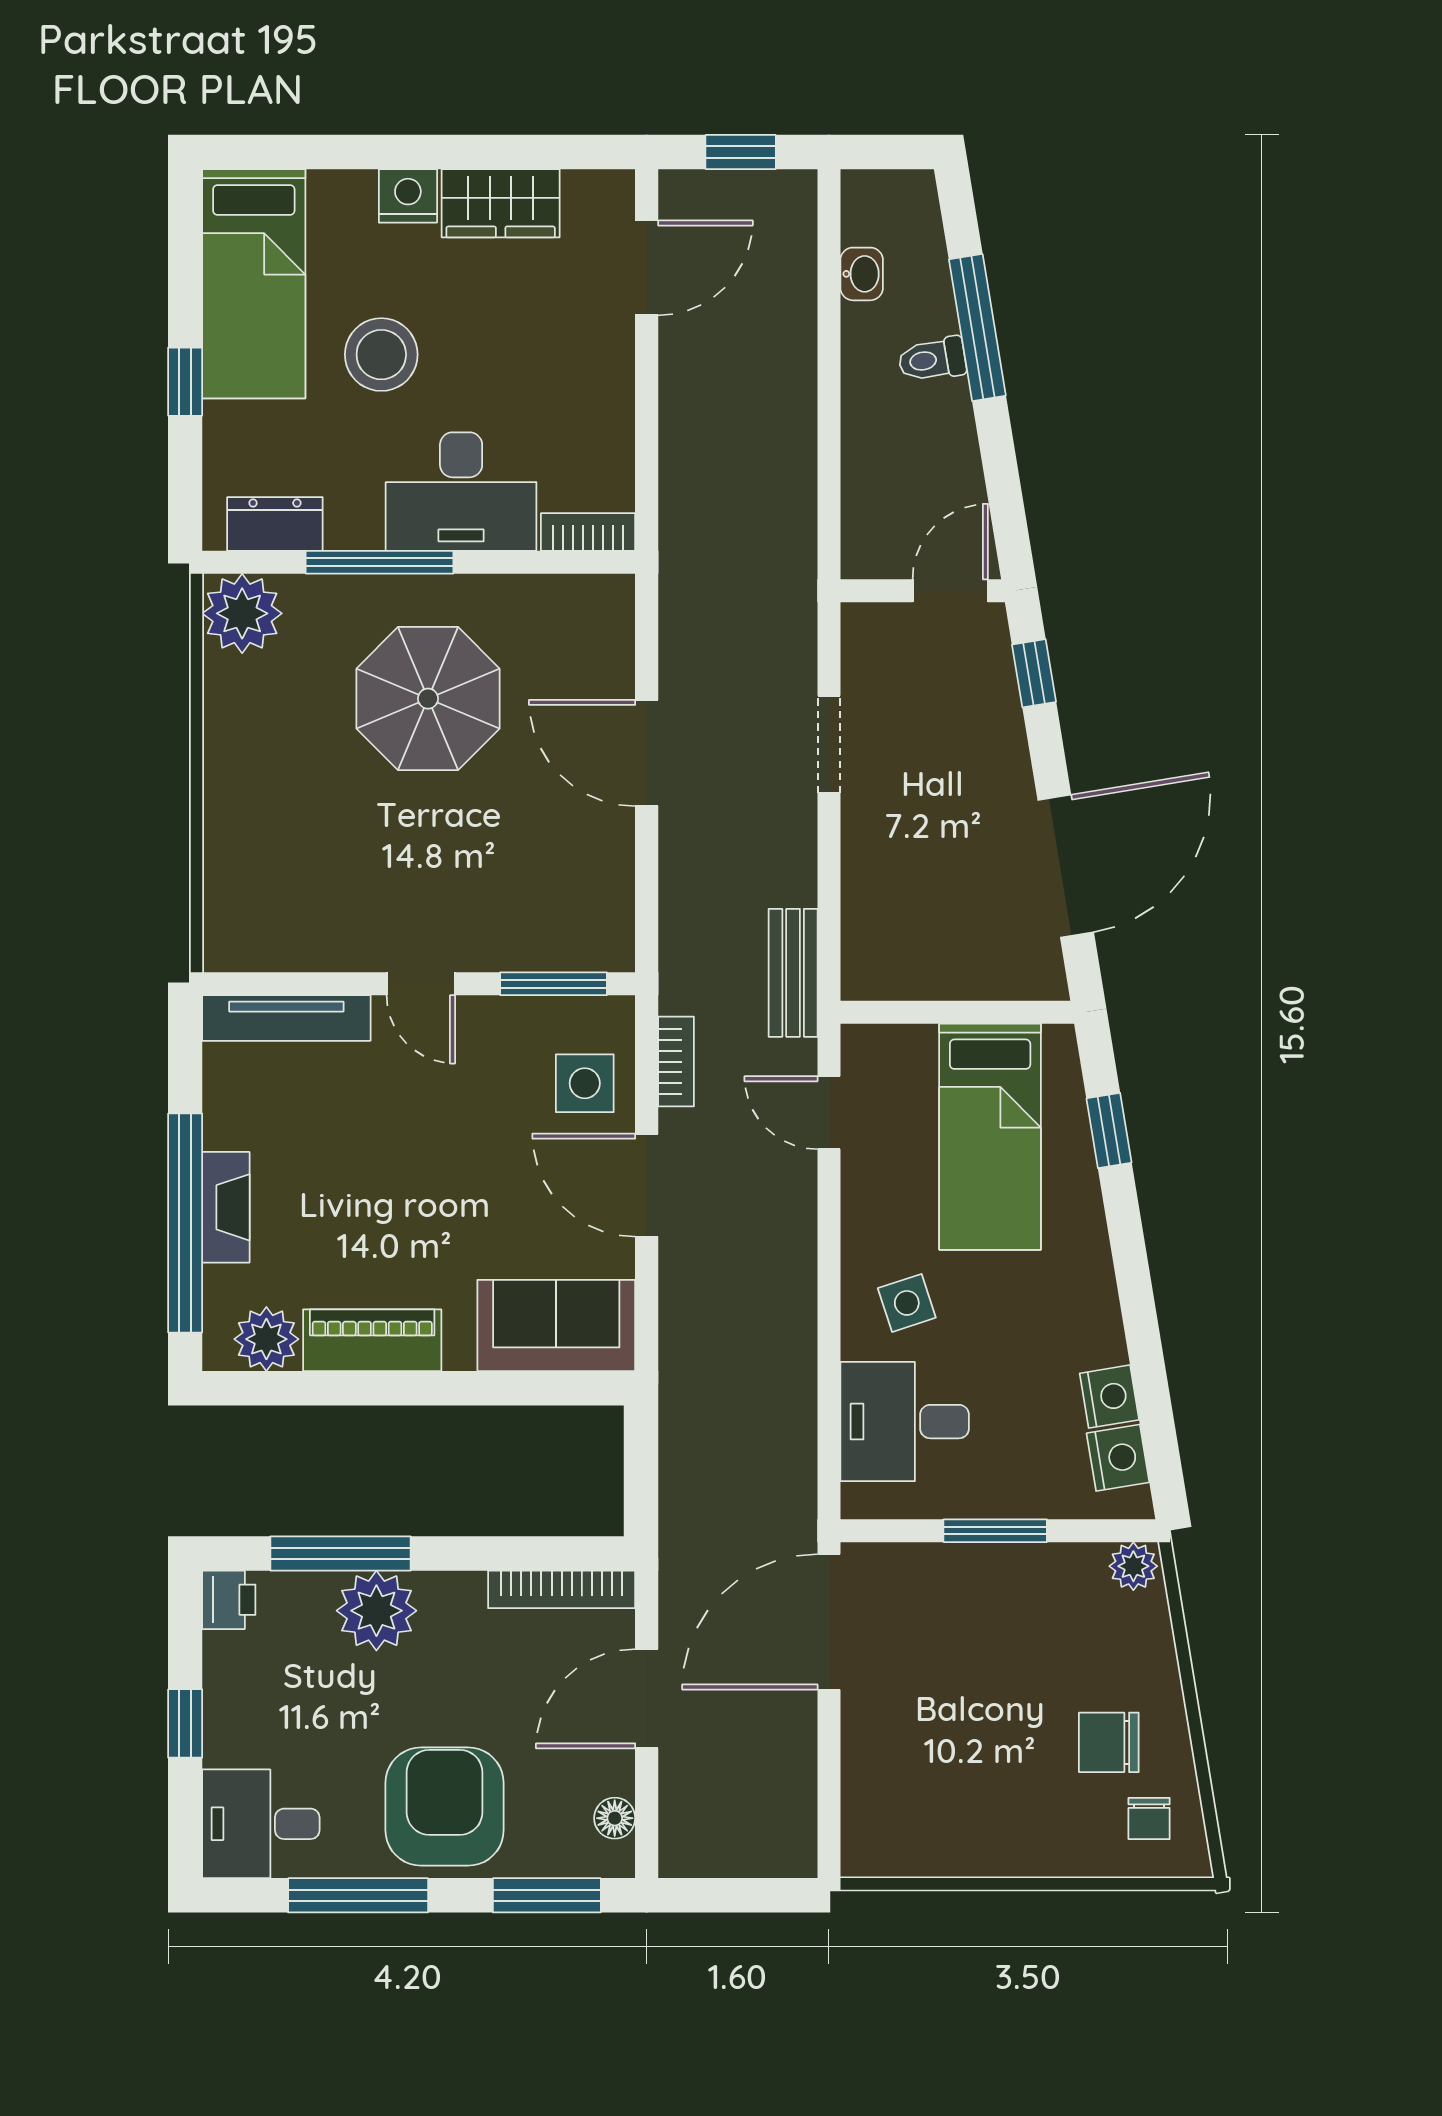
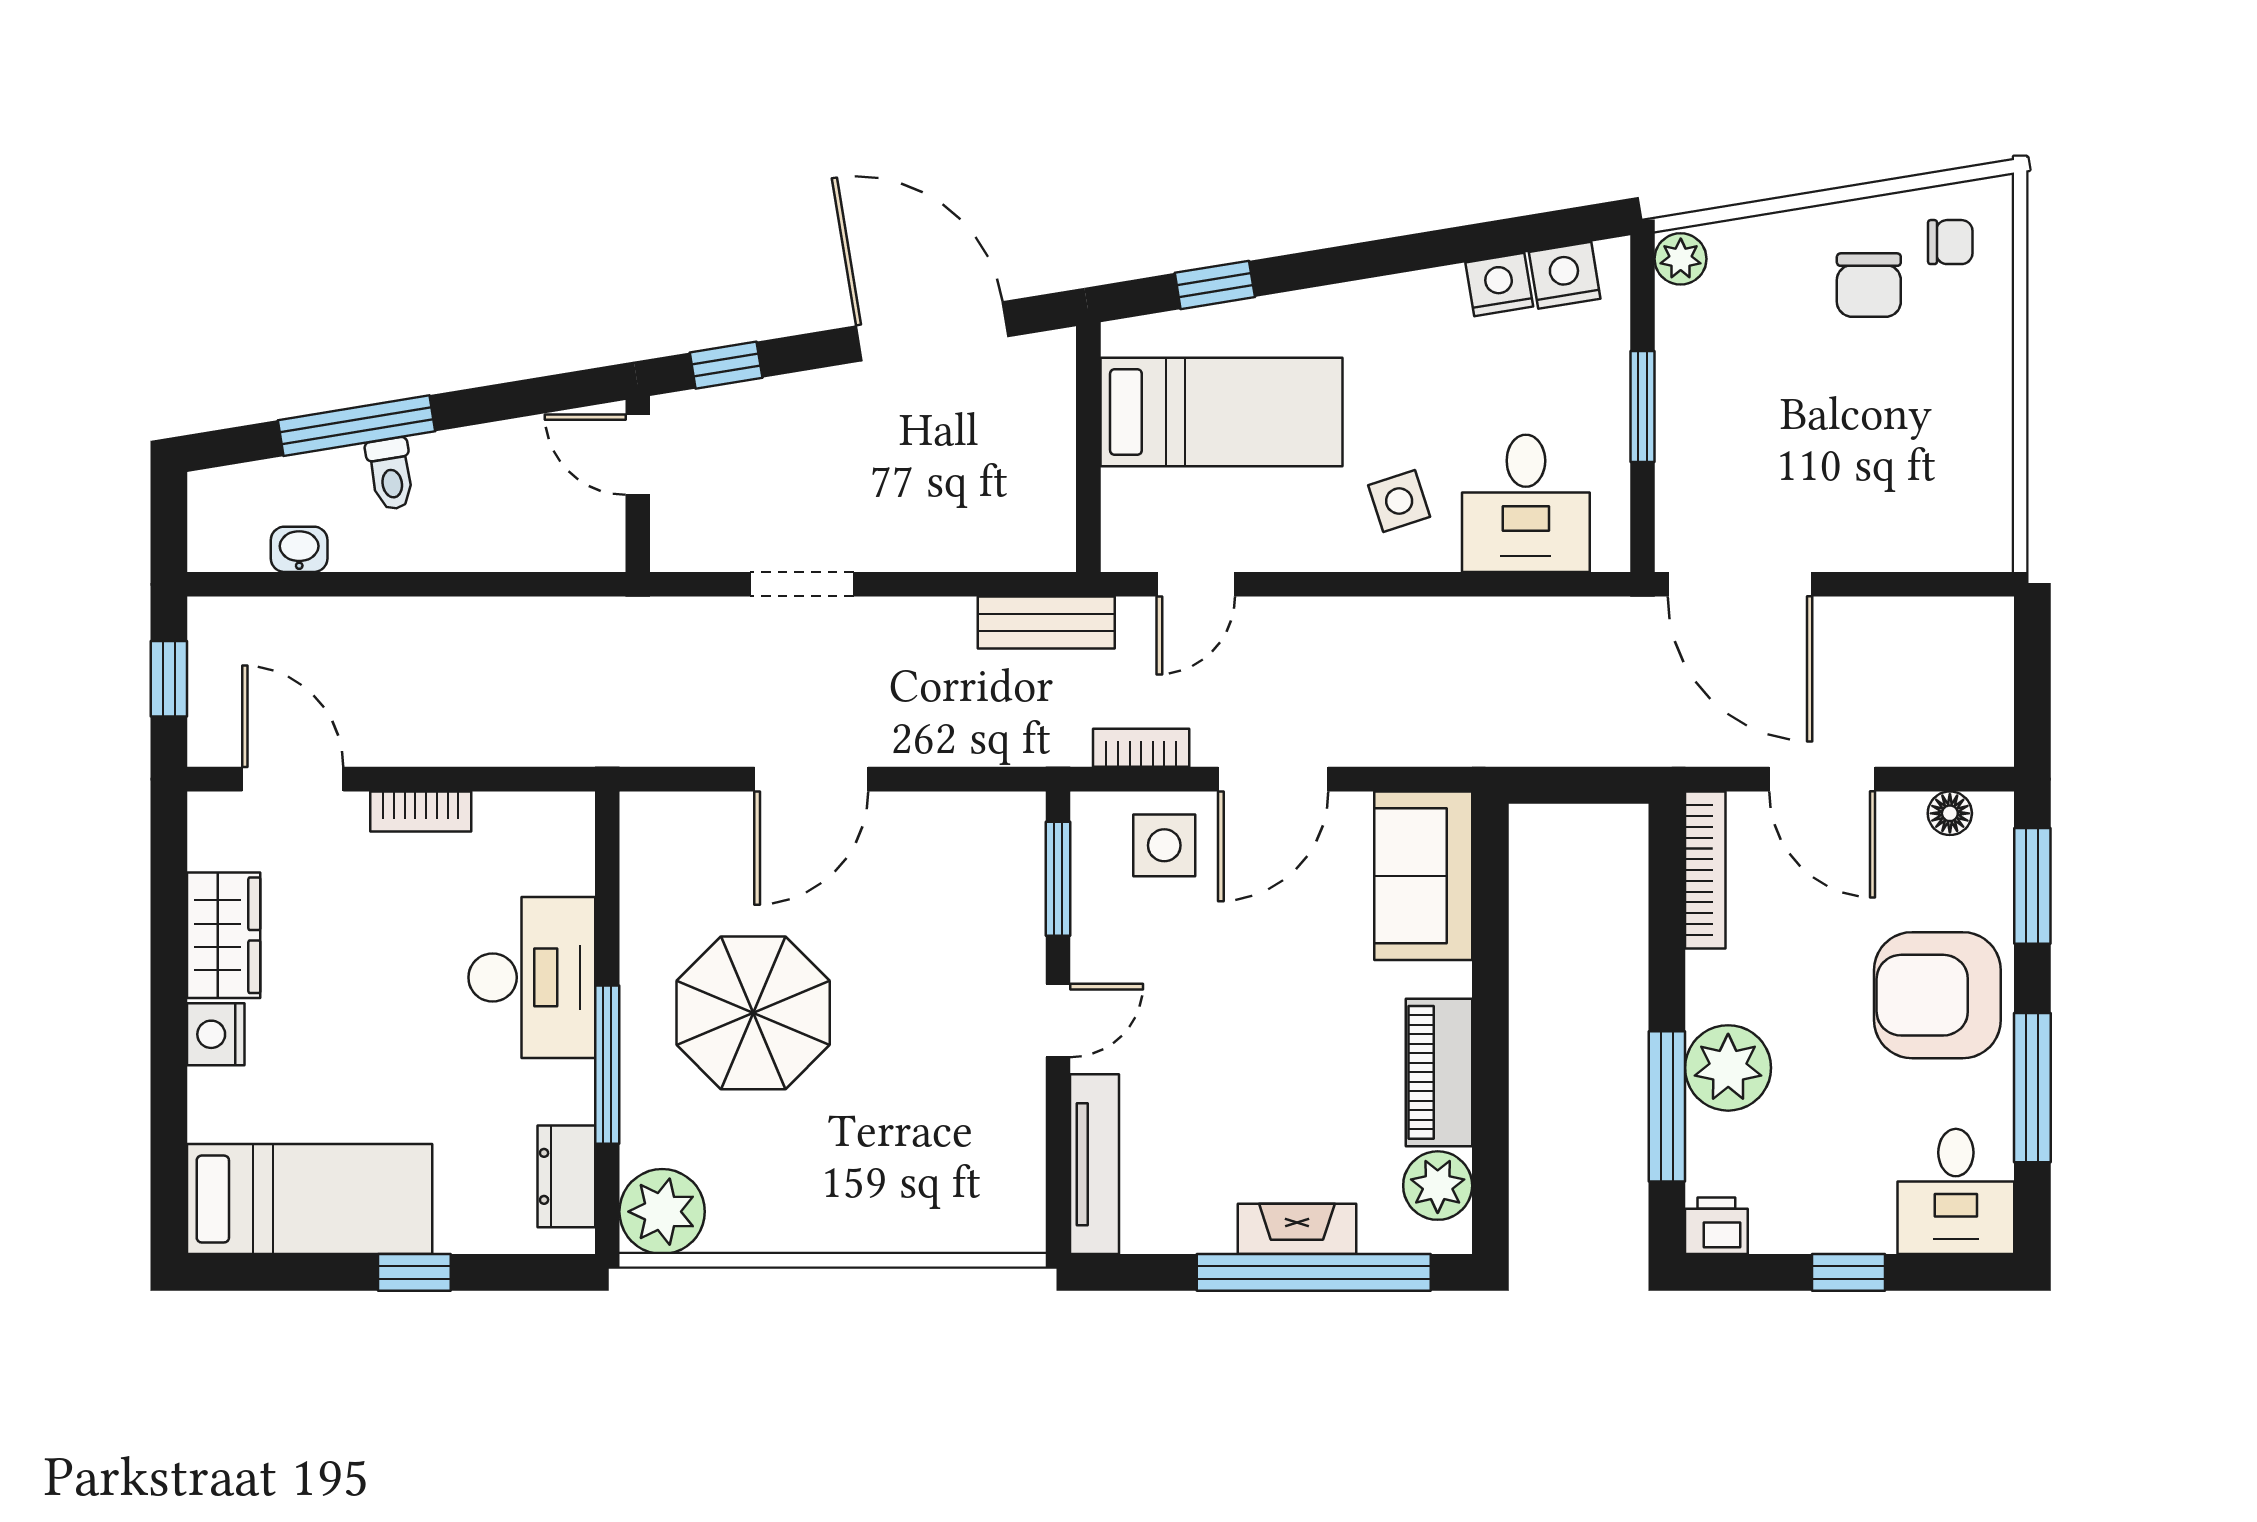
stool: (381, 355) -> (385, 1063), removed
bookcase: (588, 532) -> (421, 811), moved, turned -90

